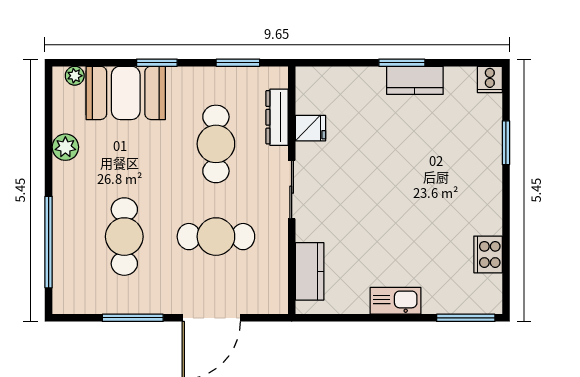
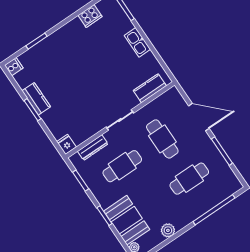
fridge: (310, 128) -> (66, 144), moved

